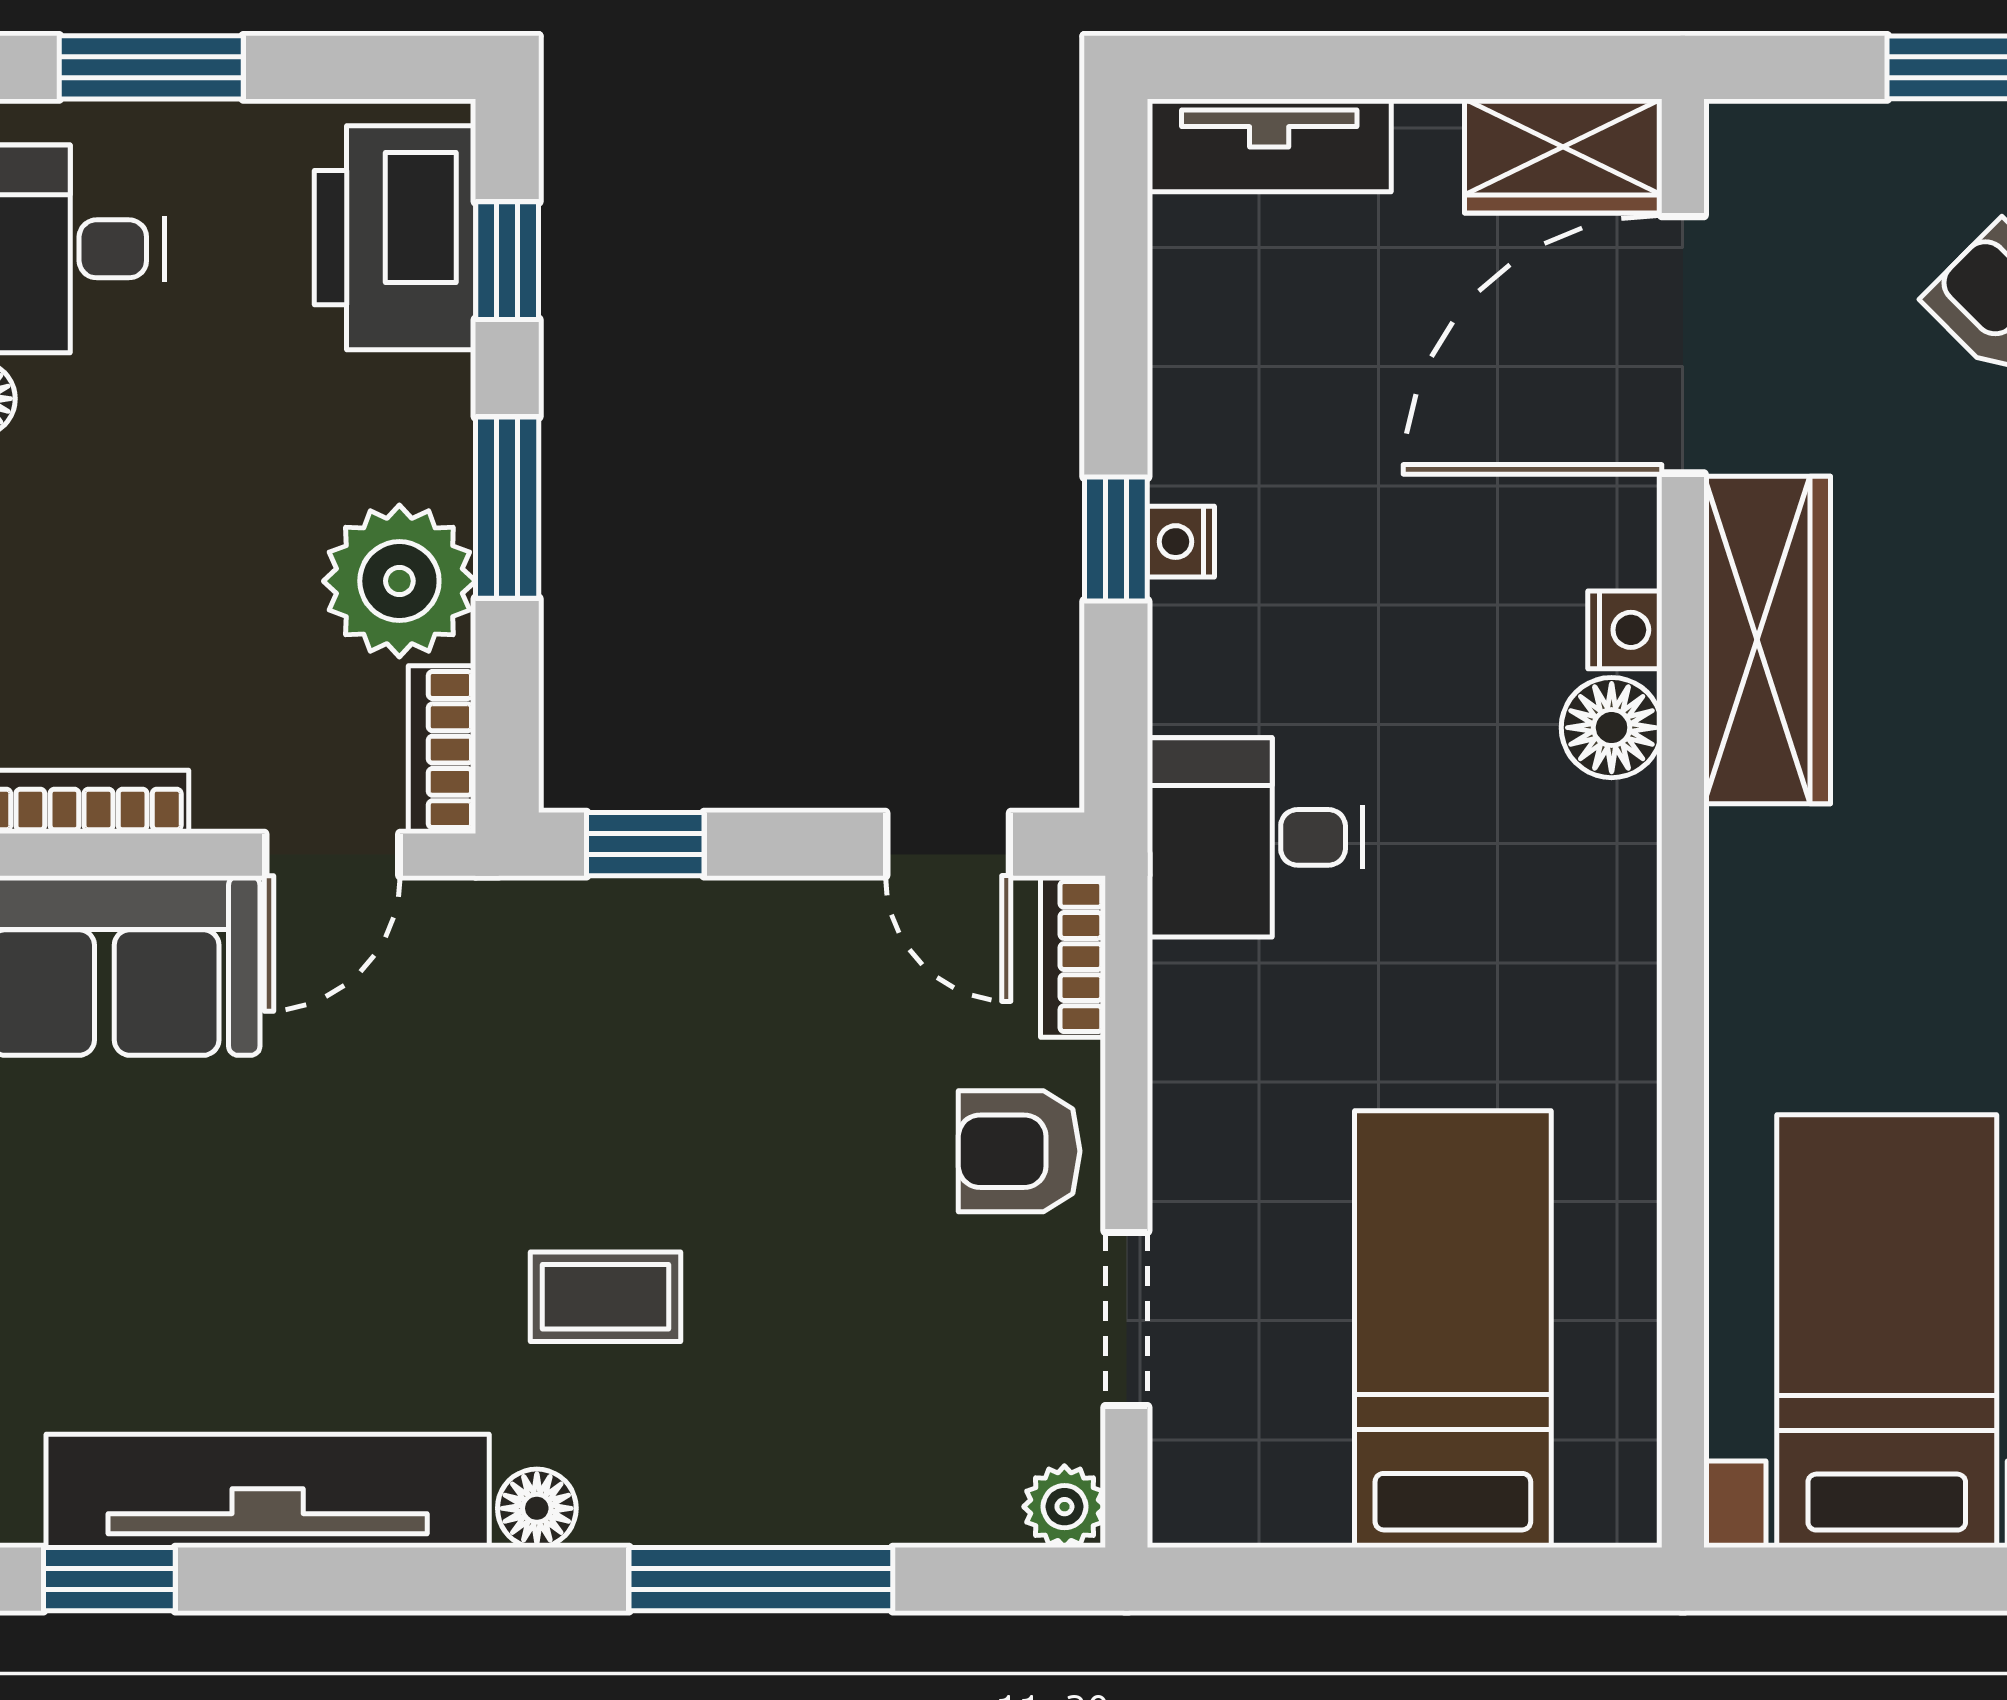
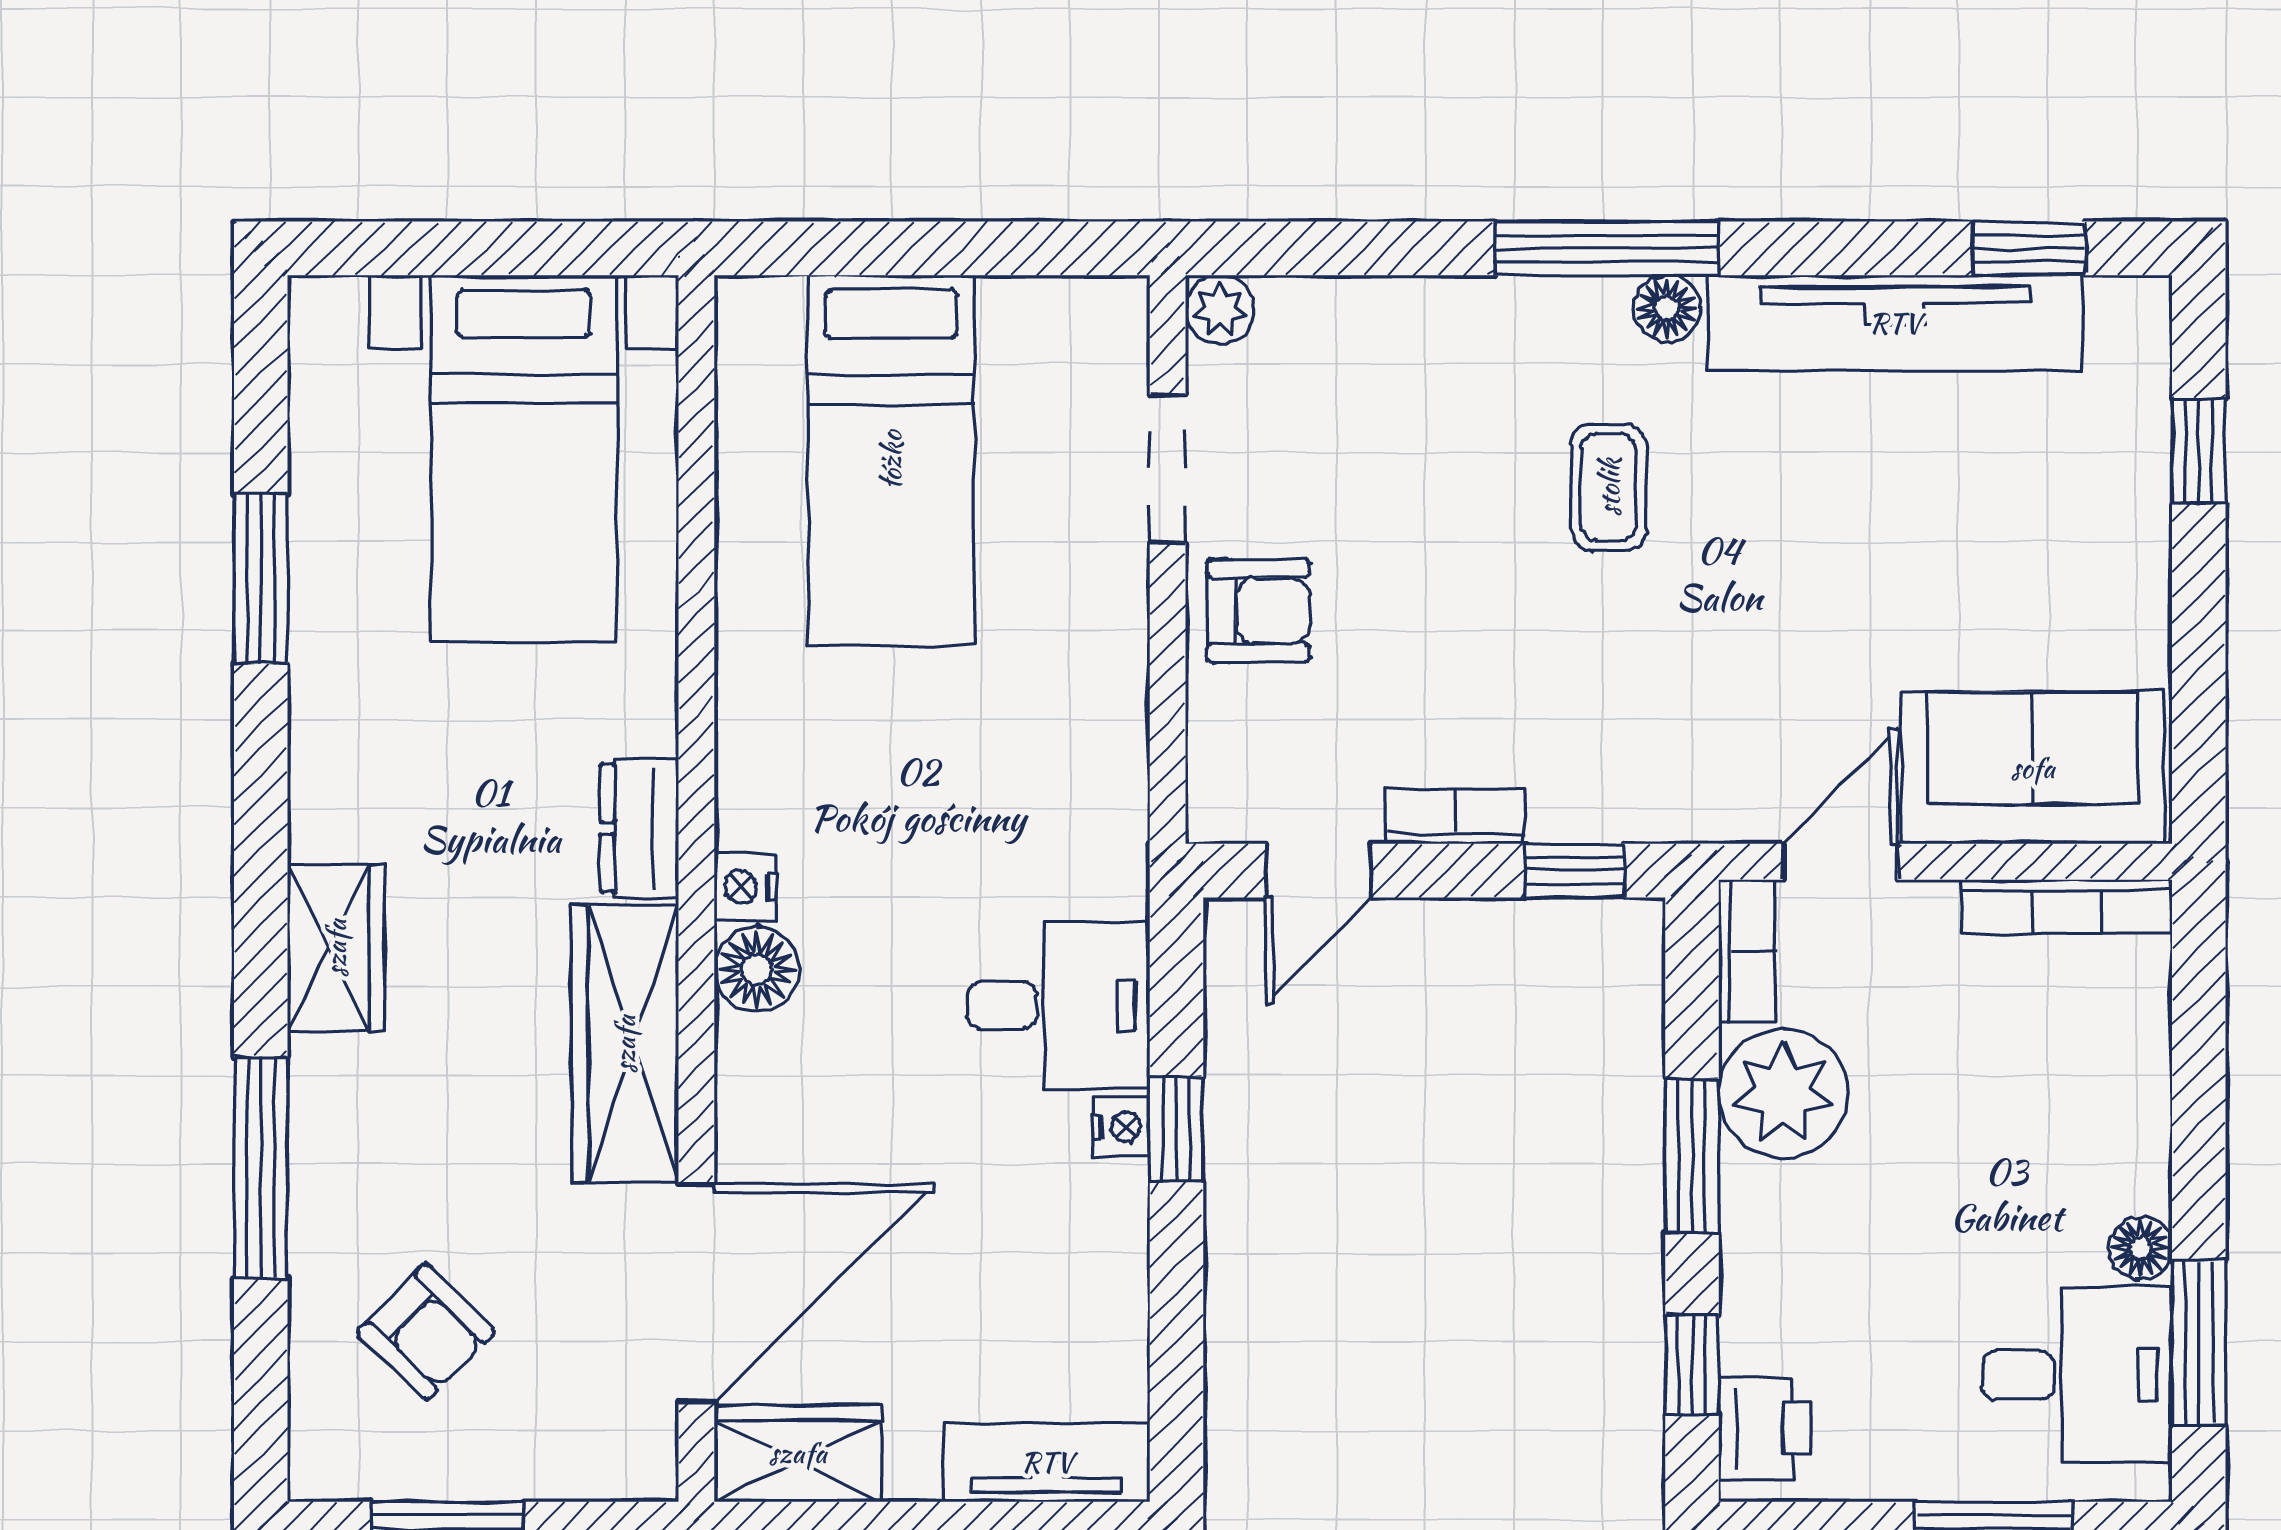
printer: (395, 238) -> (1765, 1428), width x0.53, depth x0.68
nightstand: (1625, 630) -> (745, 887), moved
desk: (1255, 837) -> (1059, 1005), moved
door: (948, 844) -> (1319, 871), swing flipped
dresser: (1750, 894) -> (640, 828), added
bookcase: (1073, 957) -> (1455, 817), moved, turned -90
coffee table: (605, 1297) -> (1609, 487), turned 90
window: (761, 1579) -> (1607, 248), moved

